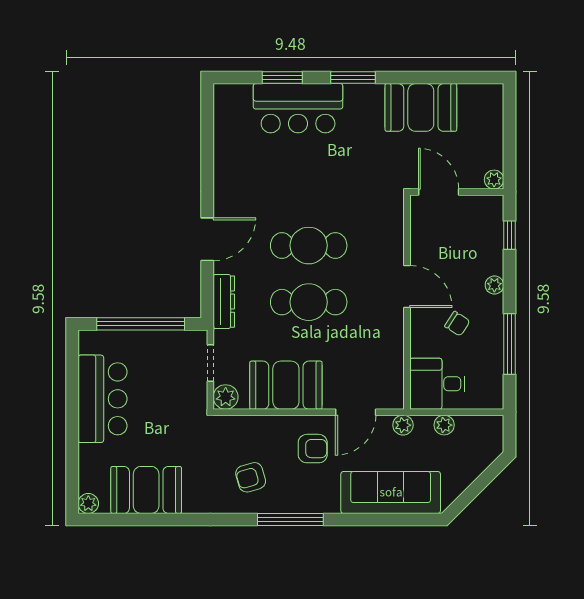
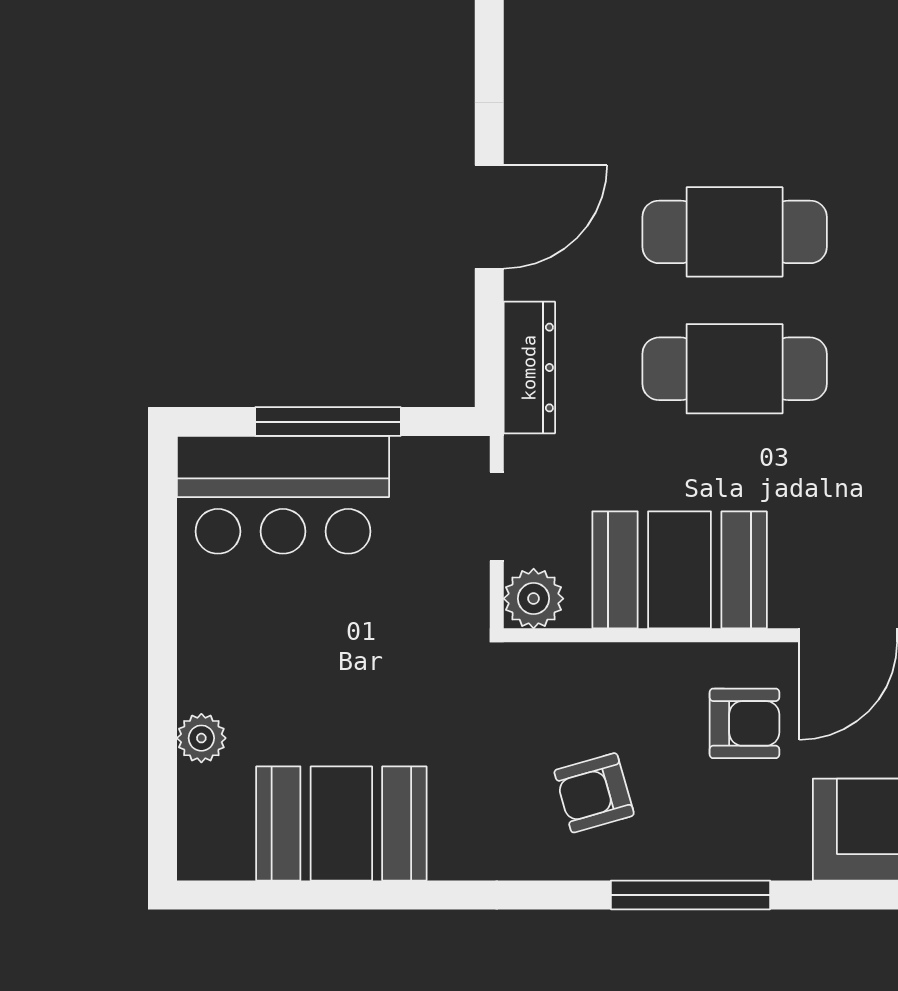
window: (141, 324) -> (328, 422), width x0.68
bar counter: (103, 399) -> (283, 495), moved, turned 90
plant: (88, 503) -> (201, 738), moved

